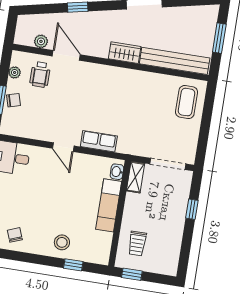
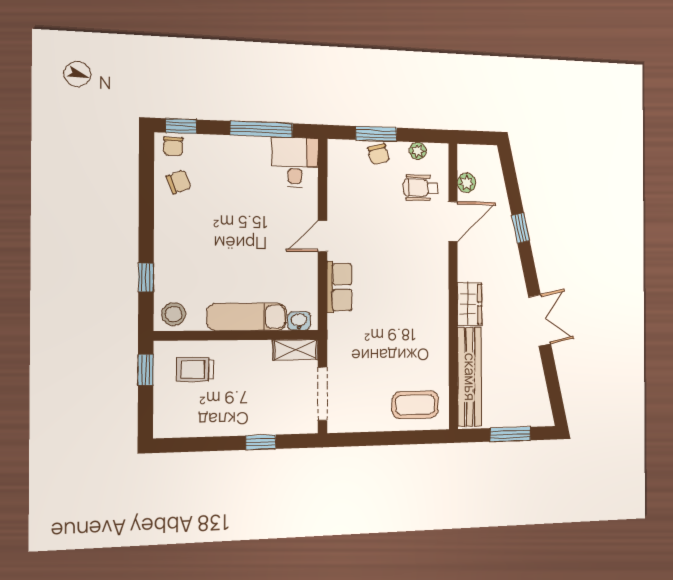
stool: (62, 242) -> (174, 314), moved

